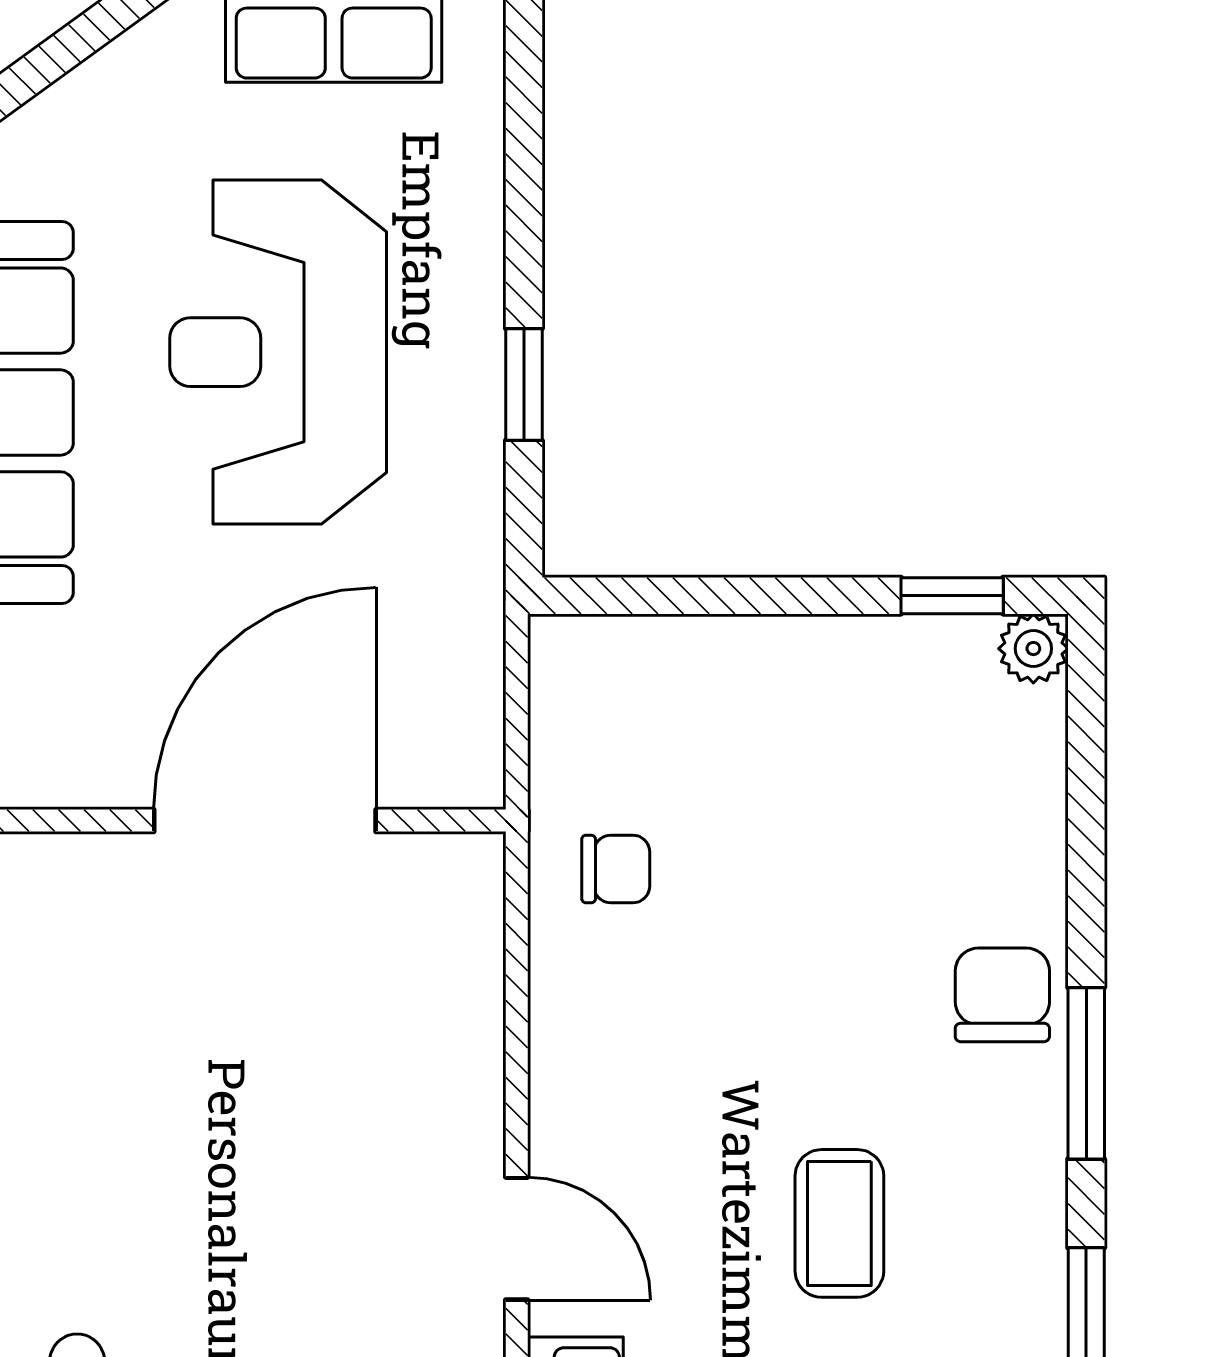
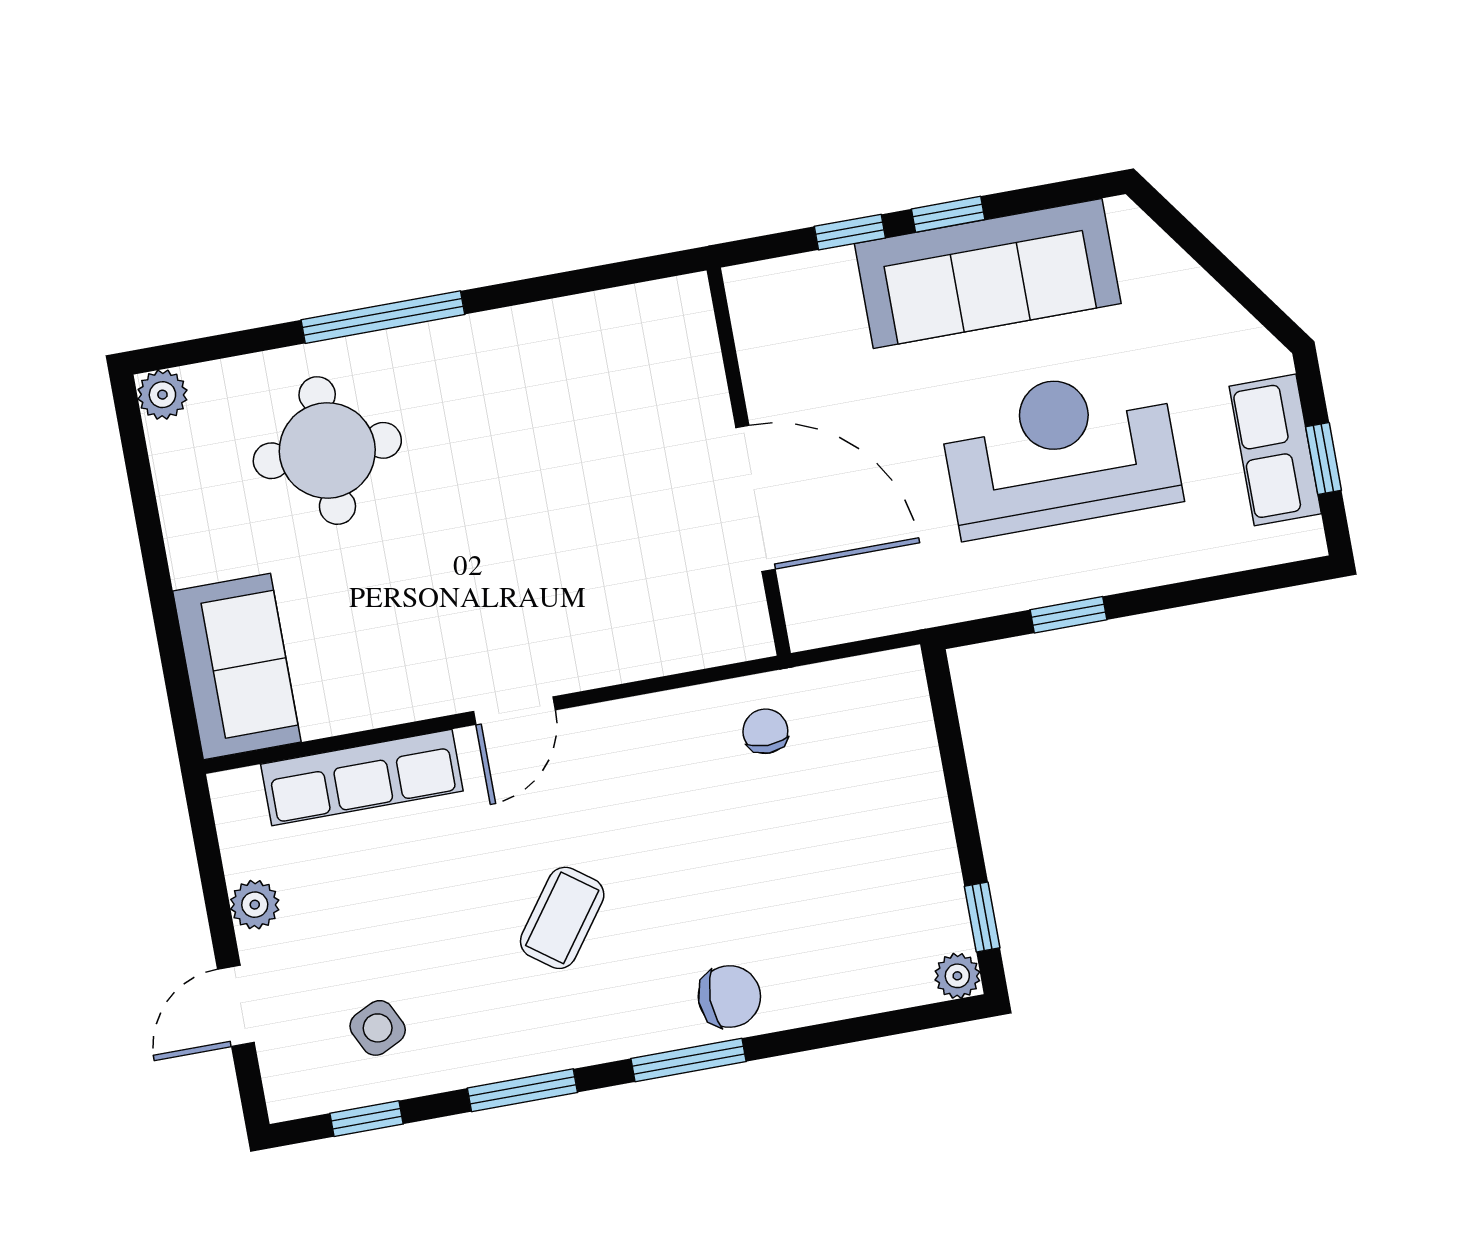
chair: (616, 869) -> (765, 731), turned 180
coffee table: (839, 1223) -> (562, 918), turned -54

